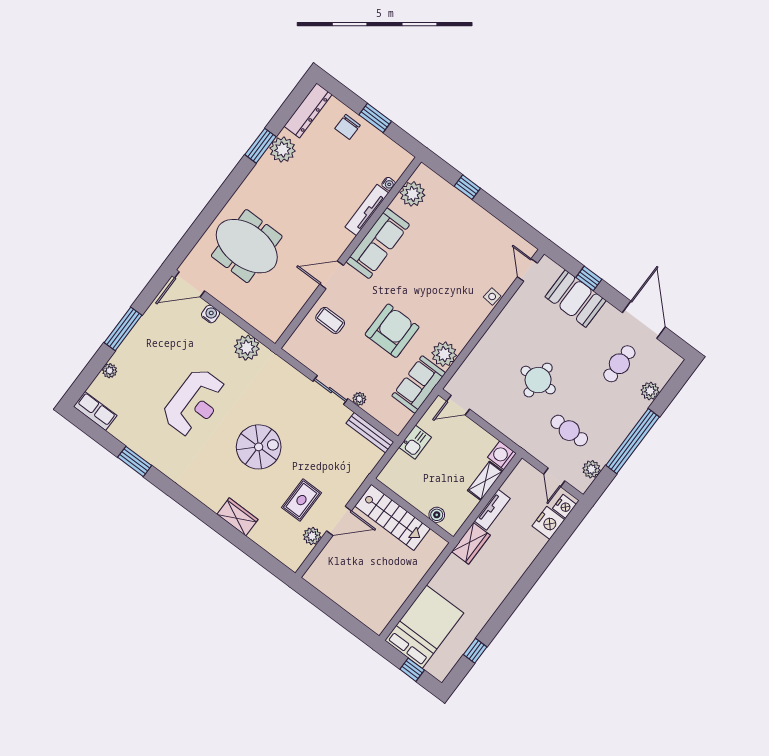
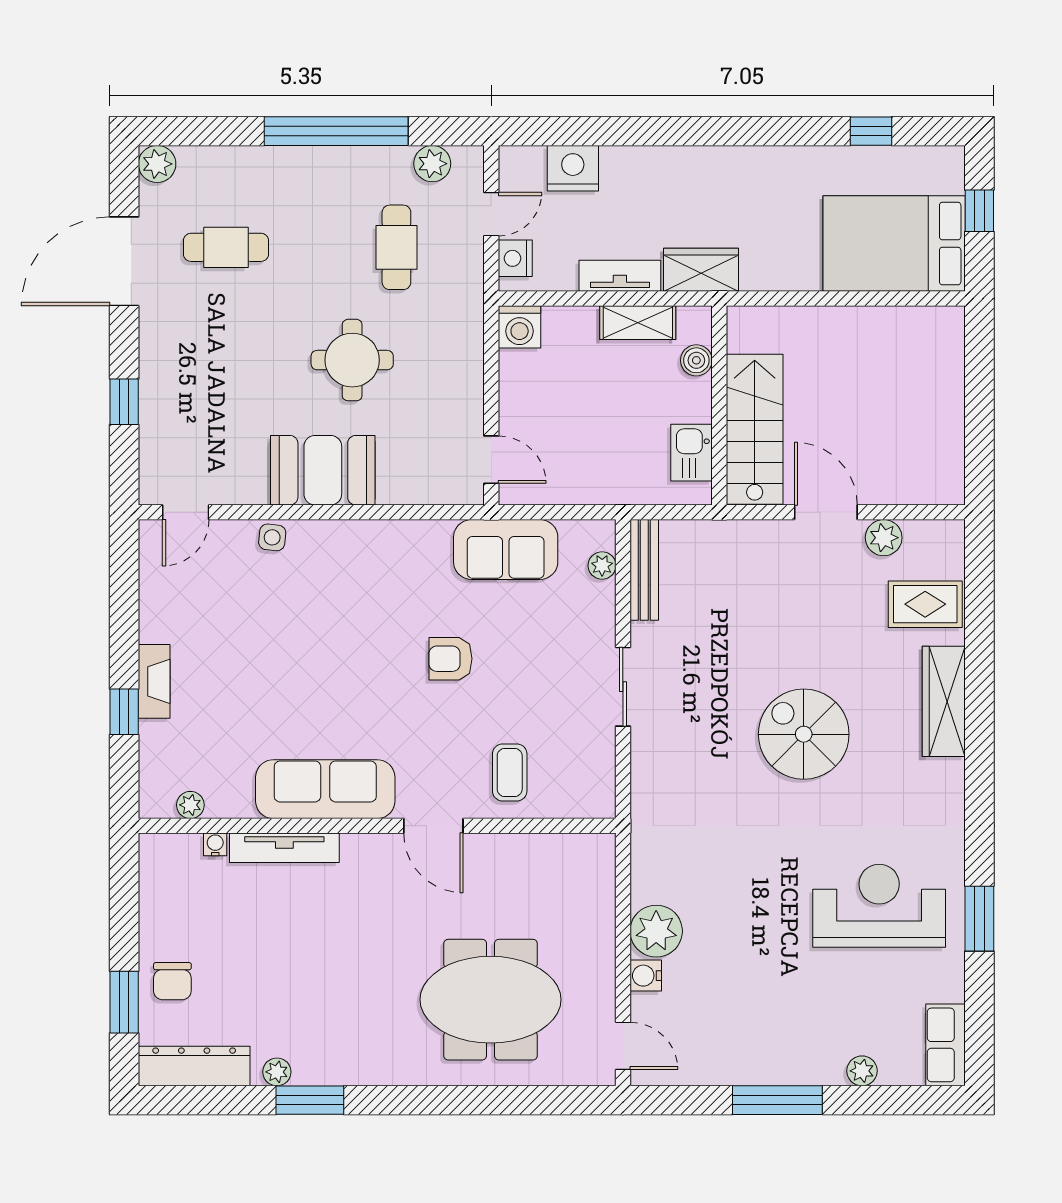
window: (375, 118) -> (124, 1002), moved
chair: (348, 127) -> (172, 981), turned 90
plant: (282, 150) -> (277, 1072), width x0.53, depth x0.53
plant: (413, 194) -> (190, 805), width x0.53, depth x0.53
fireplace: (470, 208) -> (154, 681), added
meeting table: (247, 246) -> (491, 1000), turned 90
door: (190, 284) -> (623, 1046), width x0.73
booth: (576, 299) -> (323, 470), moved, turned 90
armchair: (392, 331) -> (451, 659), width x0.53, depth x0.53
plant: (247, 348) -> (656, 931), moved
plant: (444, 354) -> (425, 545), removed
plant: (650, 391) -> (157, 164), moved
plant: (359, 399) -> (602, 566), moved
reception desk: (195, 403) -> (879, 906), moved
kitchen sink: (415, 442) -> (691, 453), moved, turned -90
shelving: (485, 481) -> (638, 323), moved
rug: (301, 500) -> (925, 604), moved
nightstand: (564, 506) -> (515, 258), moved, turned -90
wardrobe: (238, 517) -> (944, 701), width x1.50

